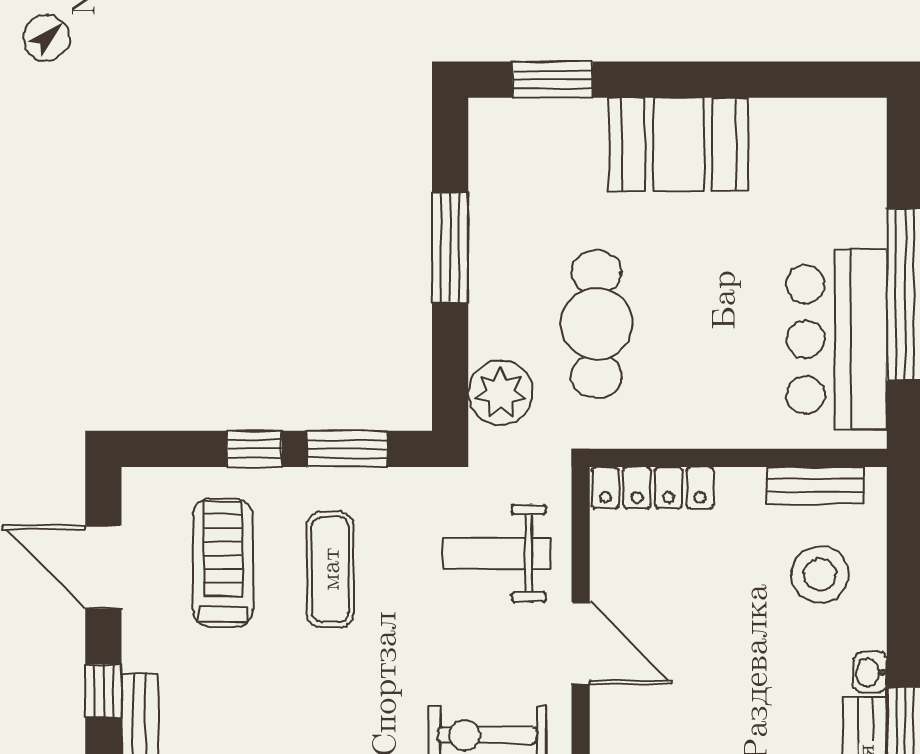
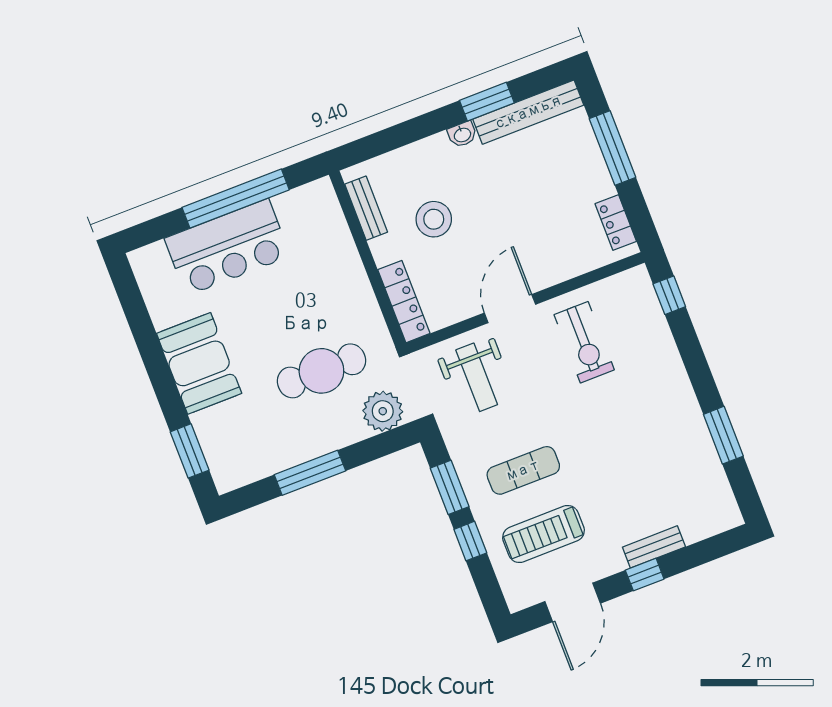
bar counter: (837, 340) -> (227, 247), moved
stool: (820, 575) -> (434, 219), moved

